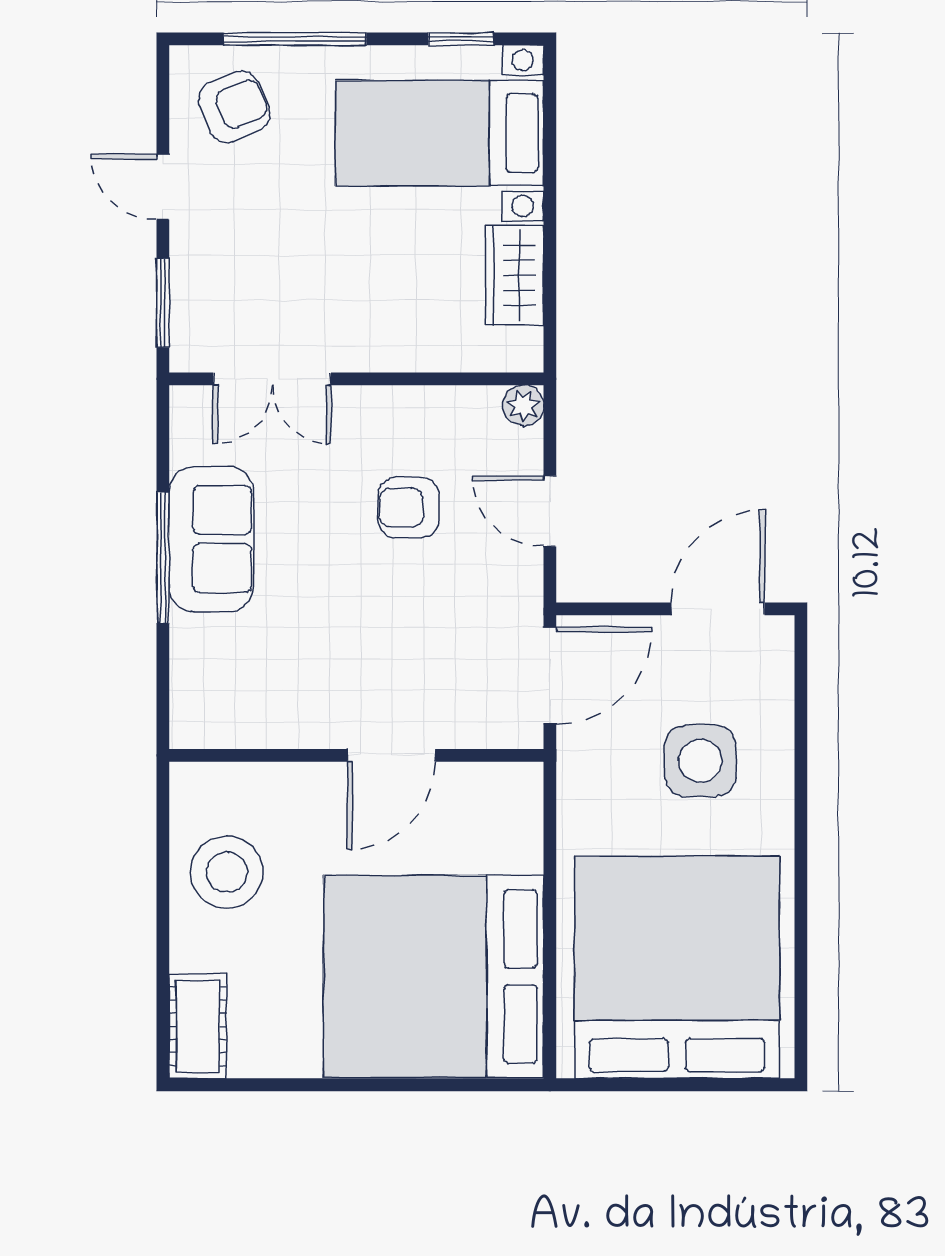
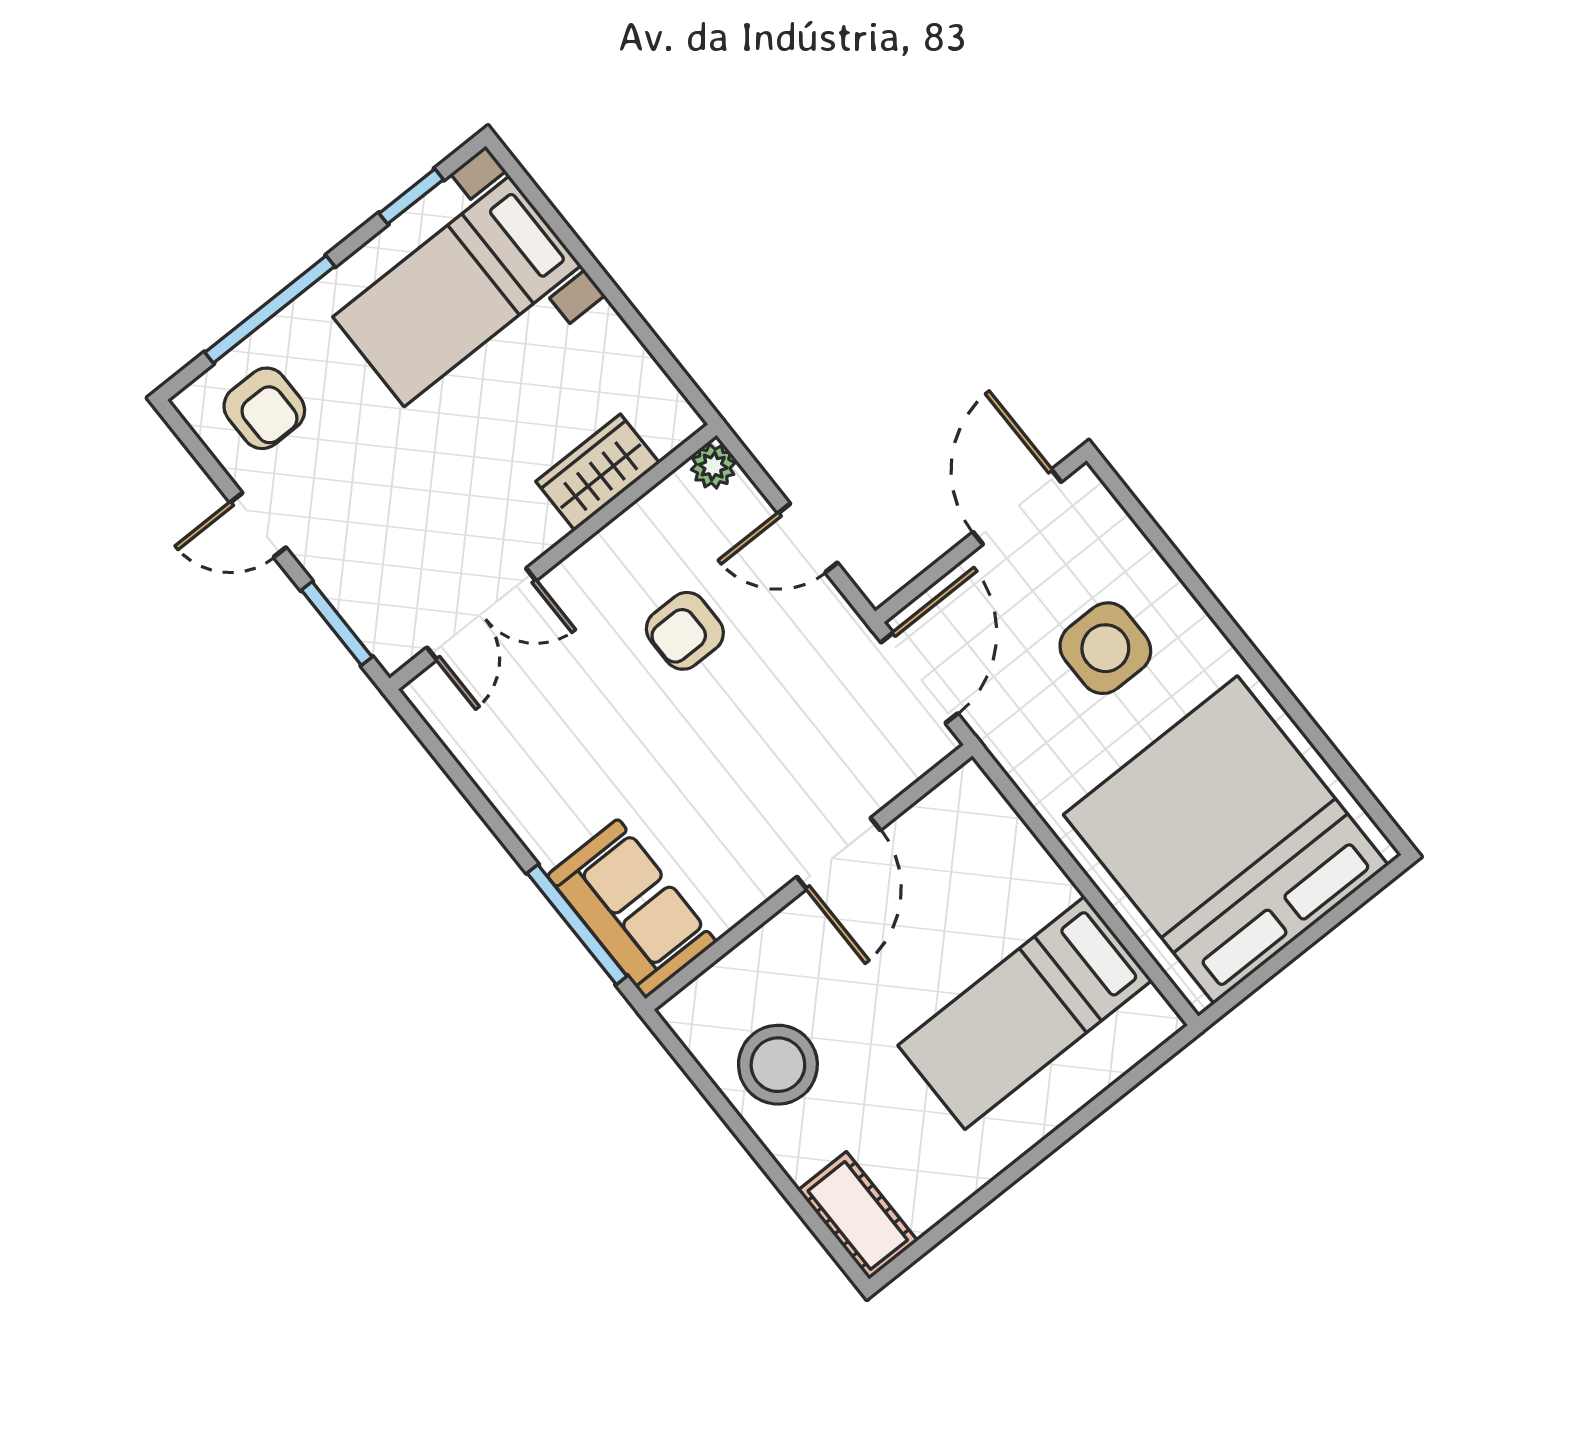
armchair: (234, 107) -> (264, 408), turned 112
wardrobe: (515, 275) -> (598, 472), moved, turned 90
sofa: (211, 539) -> (632, 909), moved
window: (163, 558) -> (577, 925), moved
bed: (434, 976) -> (1025, 1013), width x0.49

